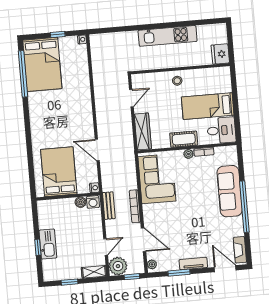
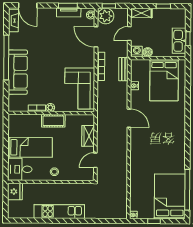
desk: (221, 130) -> (20, 169), moved
wardrobe: (143, 131) -> (88, 136), width x0.67
bed: (59, 172) -> (164, 80), moved
wall: (68, 196) -> (158, 58), moved
boiler: (81, 202) -> (148, 52), moved
washing machine: (93, 202) -> (137, 51), moved
tv unit: (193, 264) -> (69, 12), moved
plant: (118, 266) -> (106, 16), moved

